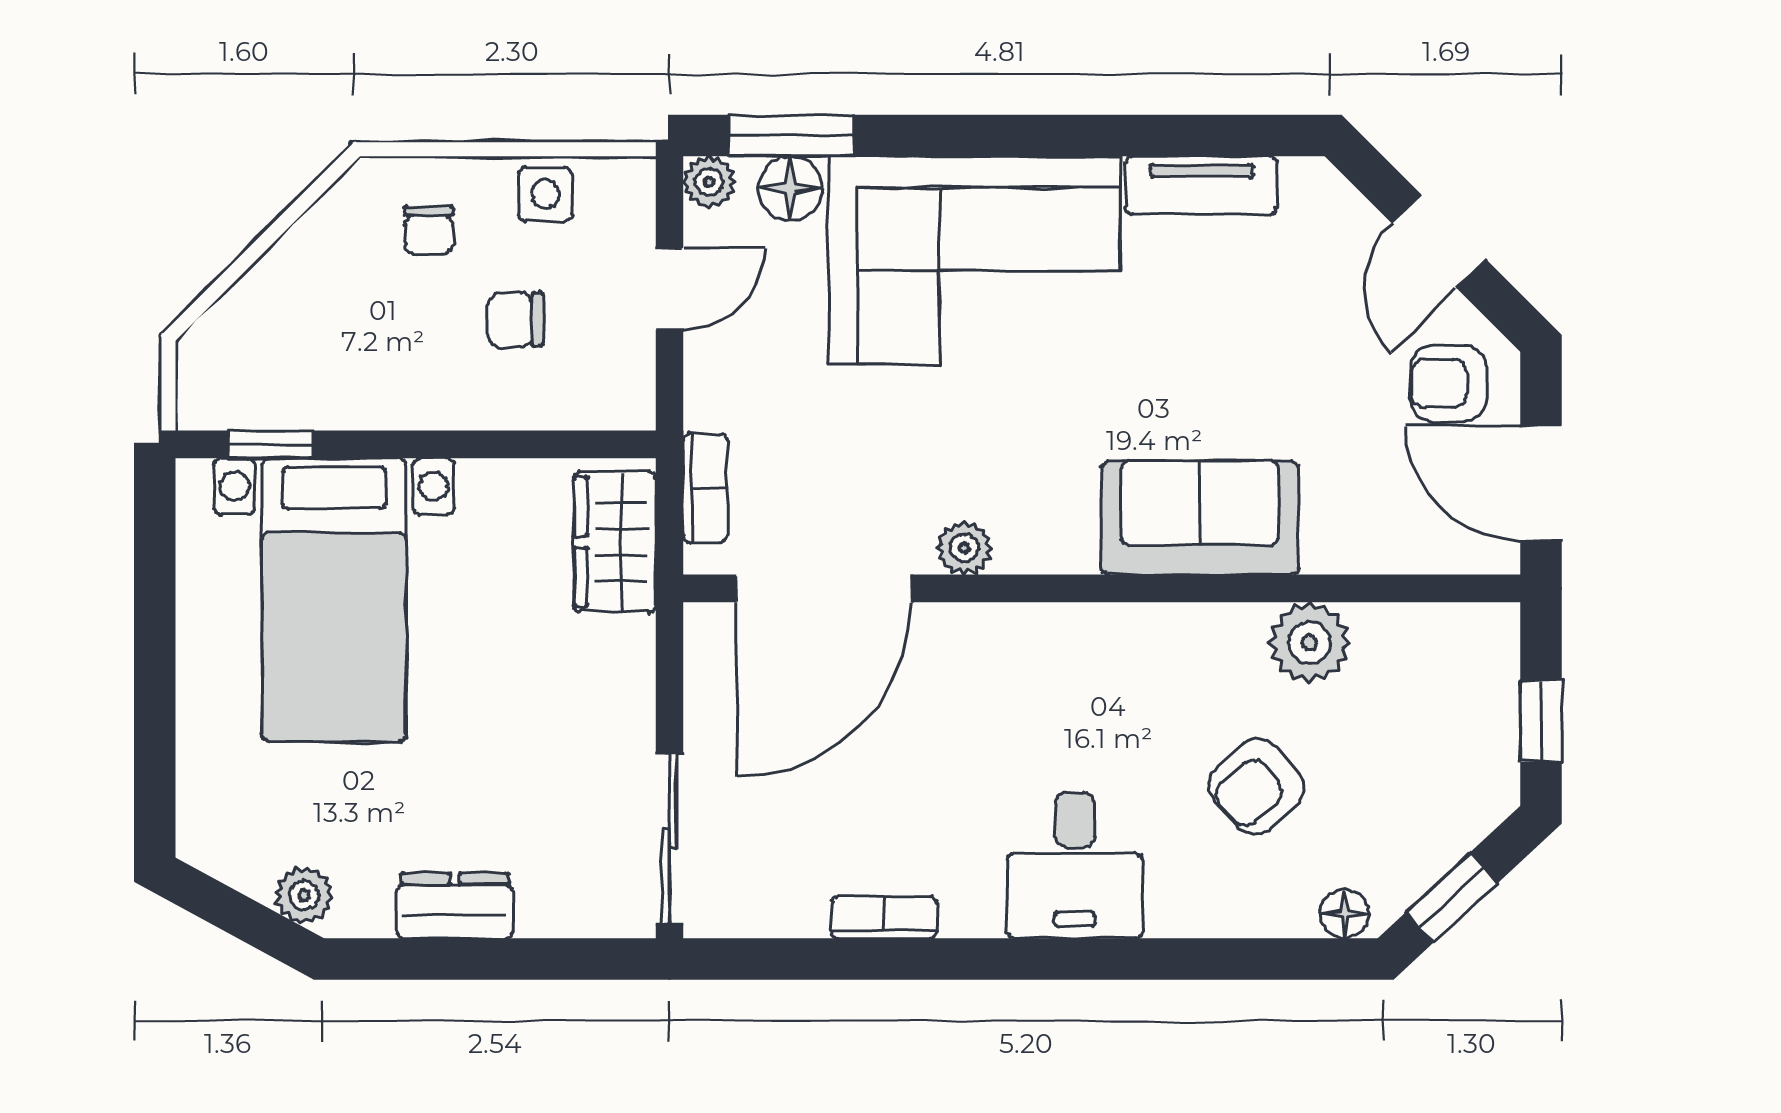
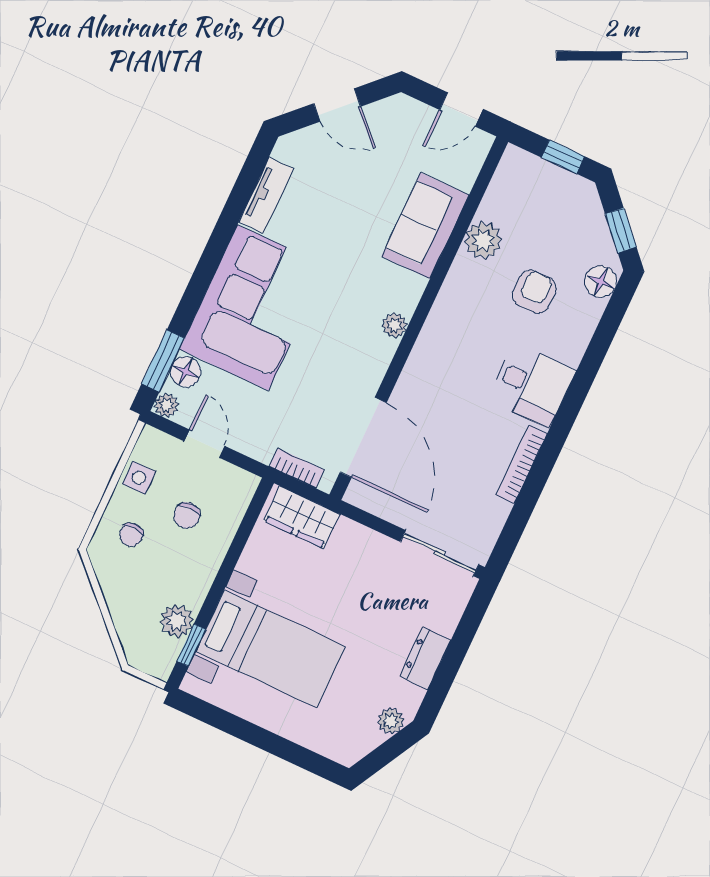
chair: (429, 230) -> (131, 535), turned 90
armchair: (1448, 384) -> (400, 129), removed
plant: (304, 395) -> (177, 621), added
door: (1541, 483) -> (461, 109), width x0.73
sofa: (1200, 518) -> (425, 226), moved
plant: (964, 548) -> (394, 325), moved
armchair: (1256, 786) -> (534, 292), turned -139
floor lamp: (1345, 914) -> (601, 281), width x1.37, depth x1.37
bookcase: (884, 917) -> (522, 464), width x1.56

